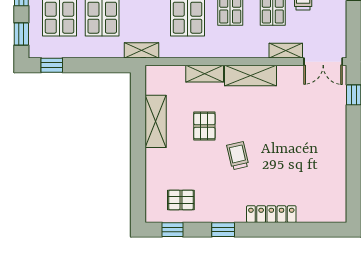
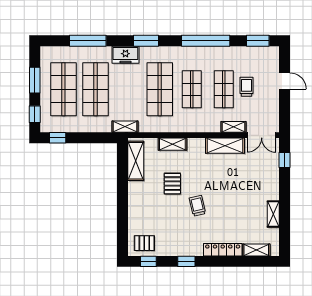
shelving: (251, 76) -> (225, 146), moved
shelving: (156, 121) -> (136, 161), moved
shelving: (339, 167) -> (273, 214), added
pallet: (181, 200) -> (144, 243), moved
shelving: (316, 214) -> (256, 250), added

